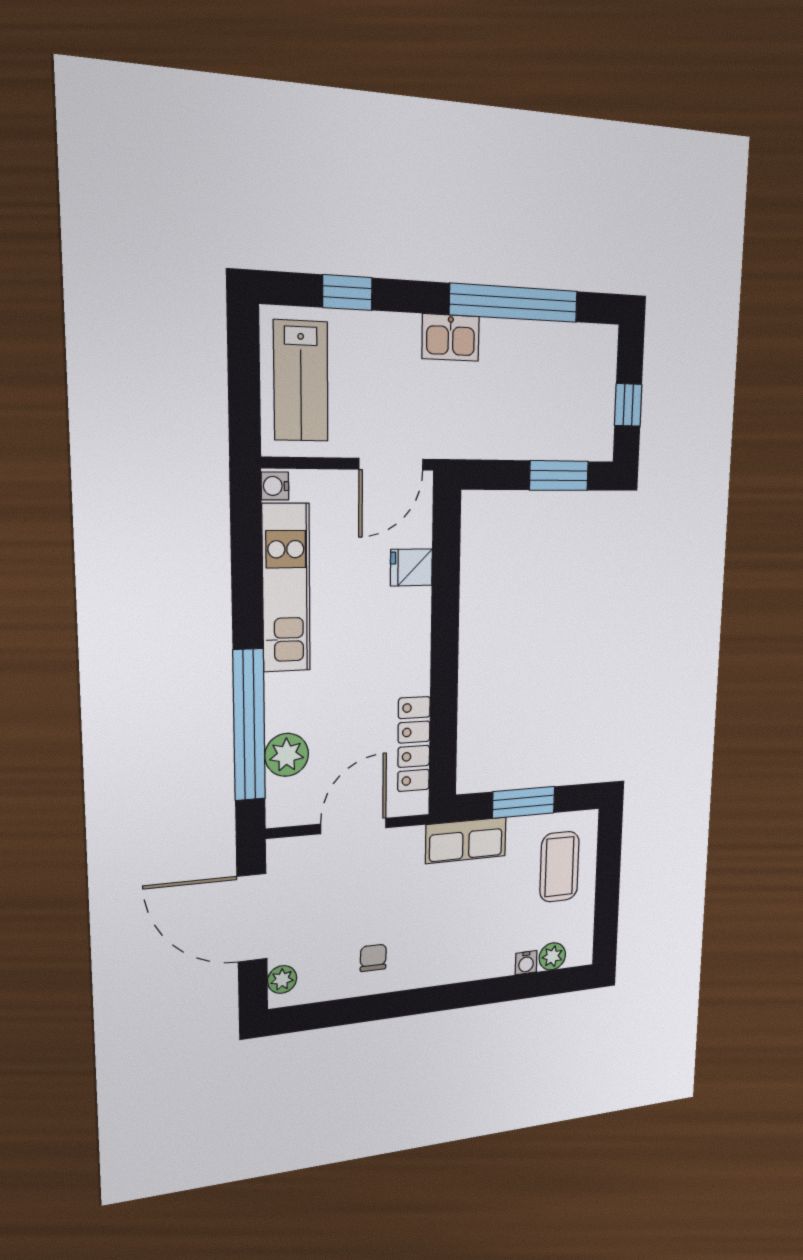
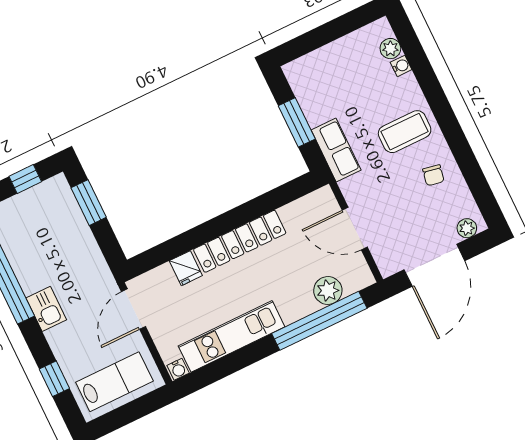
door: (391, 464) -> (133, 309), swing flipped
locker: (414, 744) -> (240, 241), moved, width x1.41, depth x1.21
coffee table: (559, 867) -> (405, 132), moved
chair: (373, 958) -> (433, 175), turned -80

